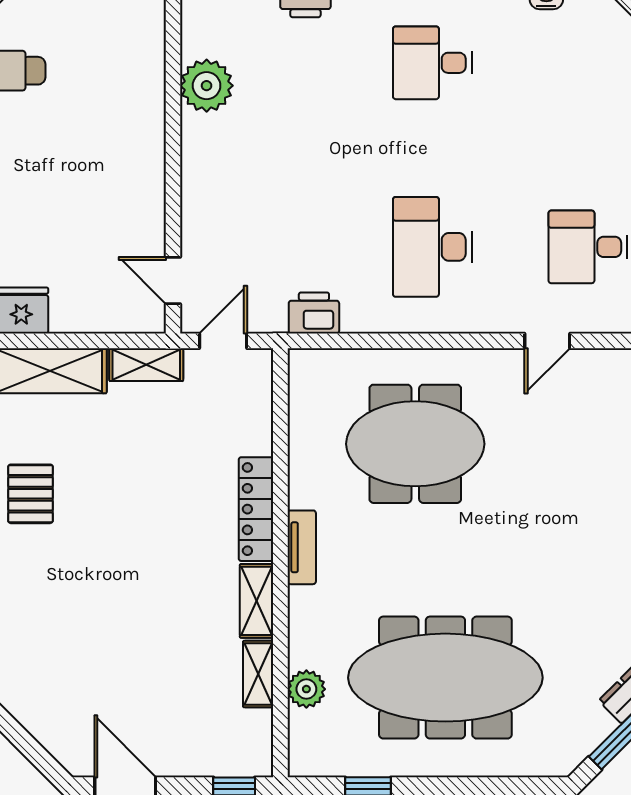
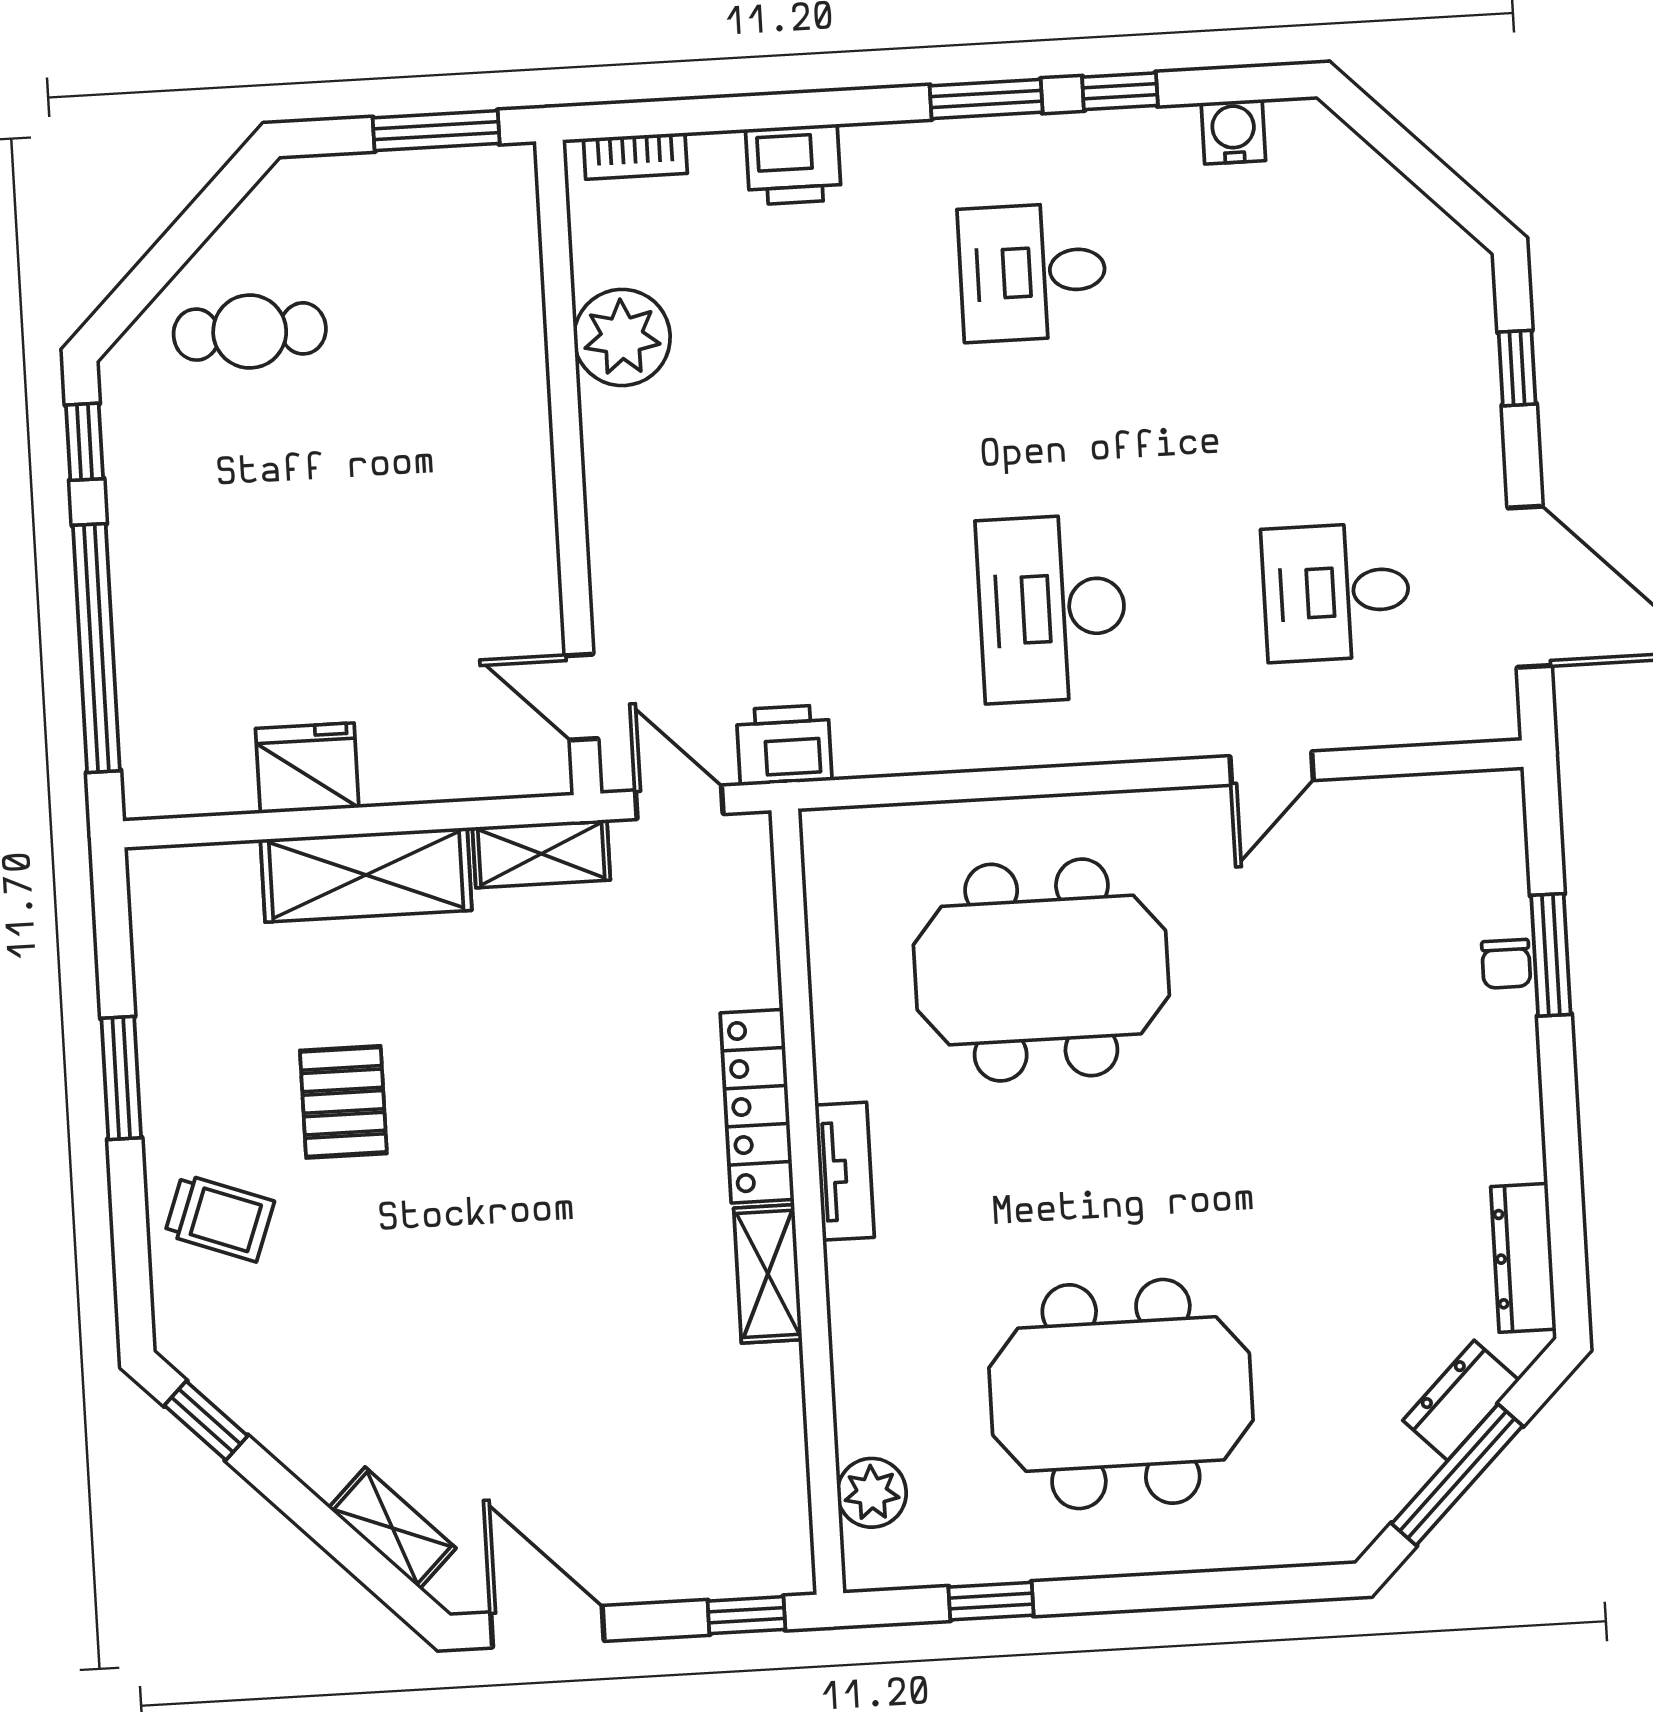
printer: (314, 313) -> (784, 745), moved
door: (223, 341) -> (679, 802), hinge flipped
shelving: (258, 674) -> (392, 1528), moved, turned -45
meeting table: (445, 678) -> (1121, 1394), width x0.73
plant: (306, 689) -> (872, 1493), moved

